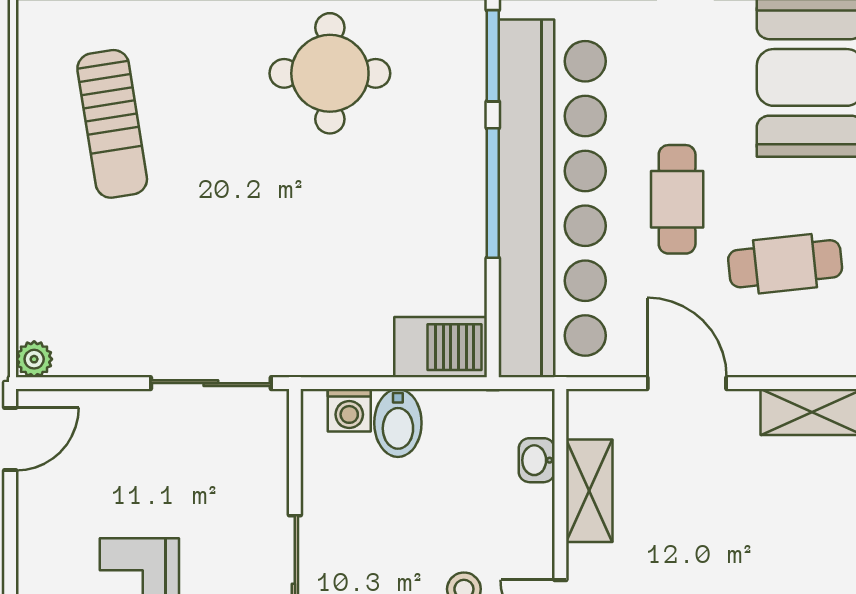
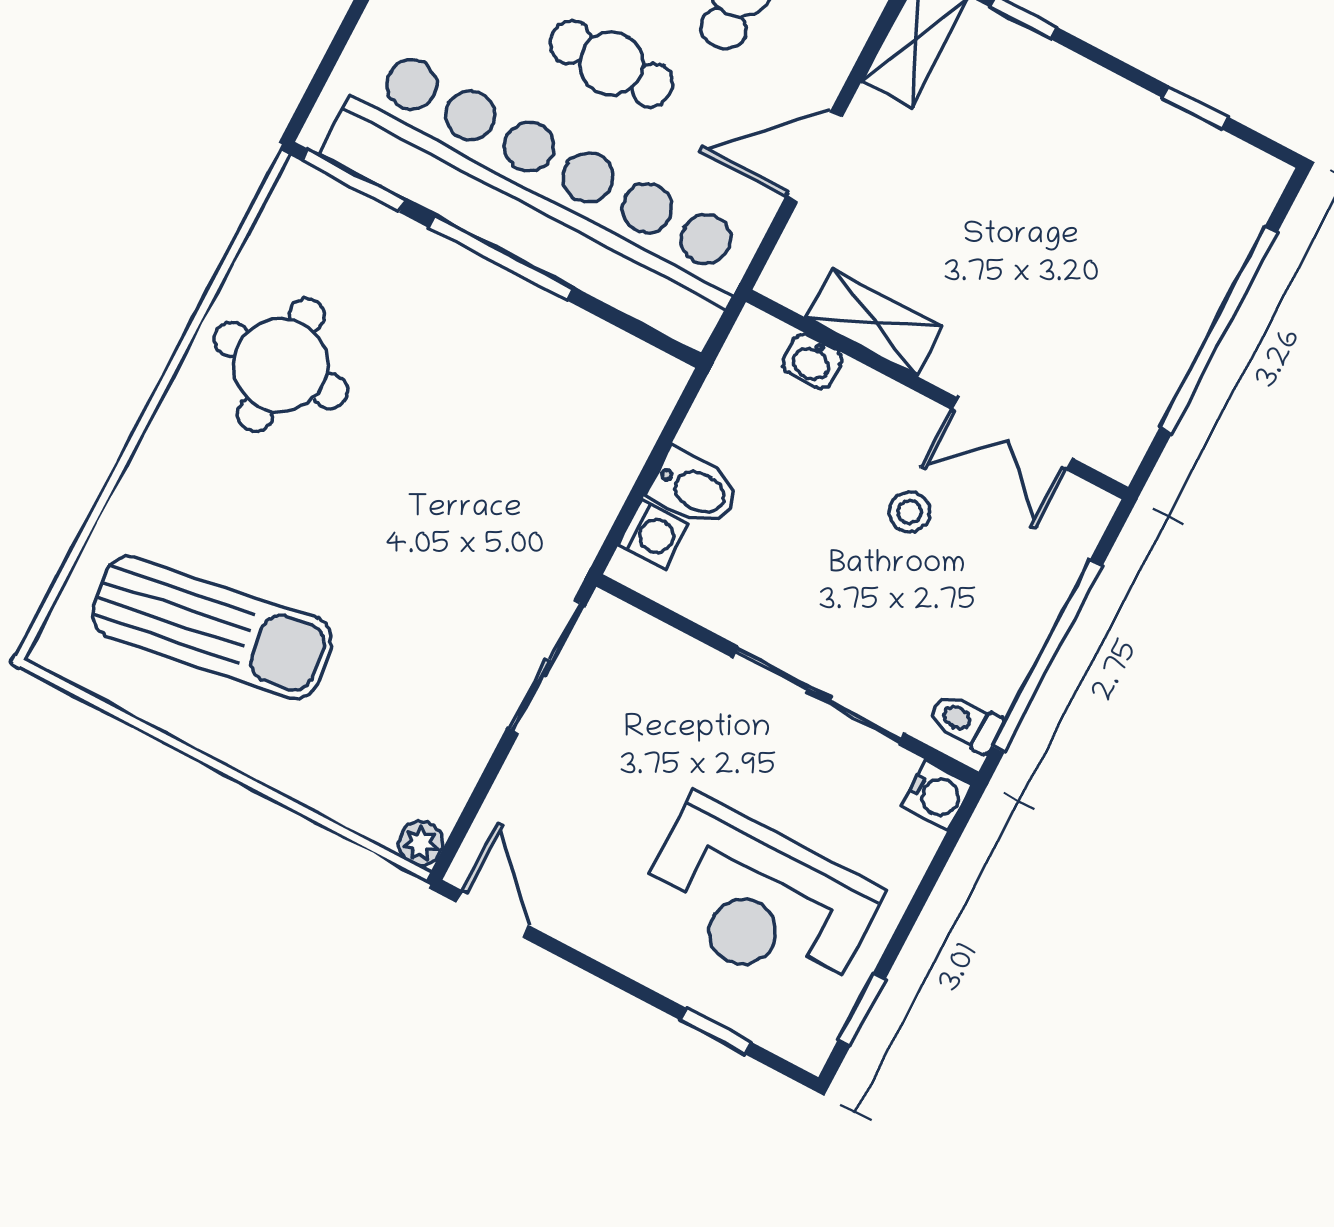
sun lounger: (112, 124) -> (212, 627), width x1.36, depth x1.34
barbecue: (441, 347) -> (637, 401), removed

